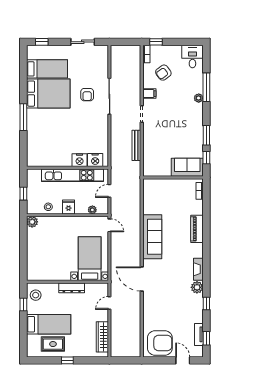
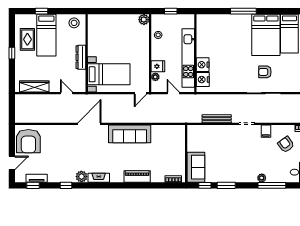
fridge: (68, 207) -> (158, 66), moved
window: (23, 304) -> (41, 11), moved

